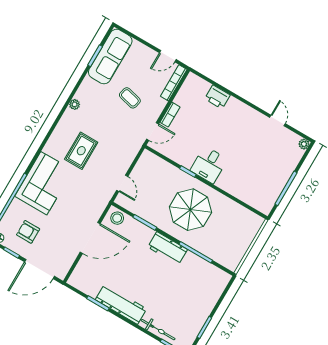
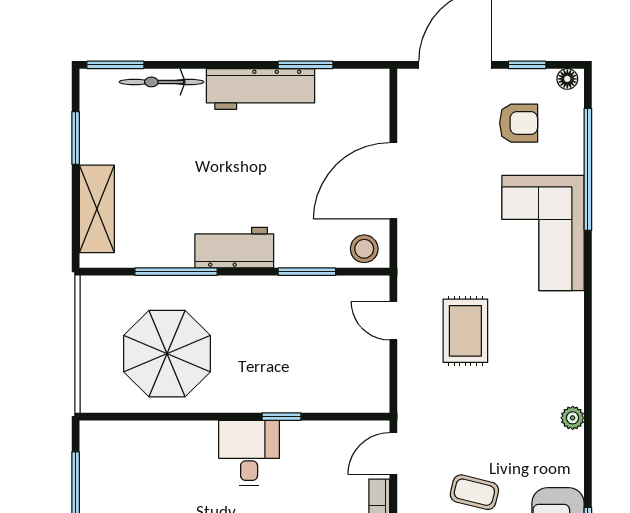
rug: (81, 151) -> (465, 331), moved
parasol: (190, 210) -> (167, 354), moved
shelving: (212, 295) -> (97, 209), added

